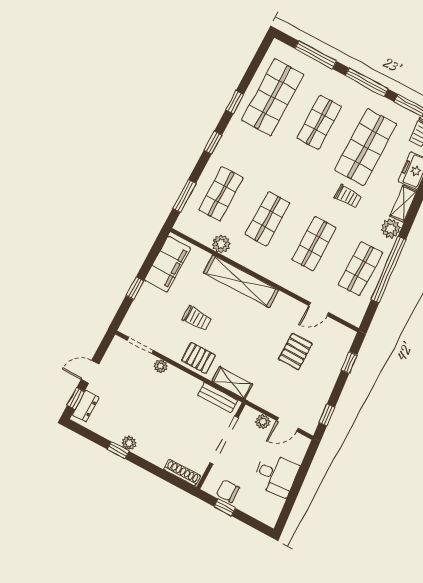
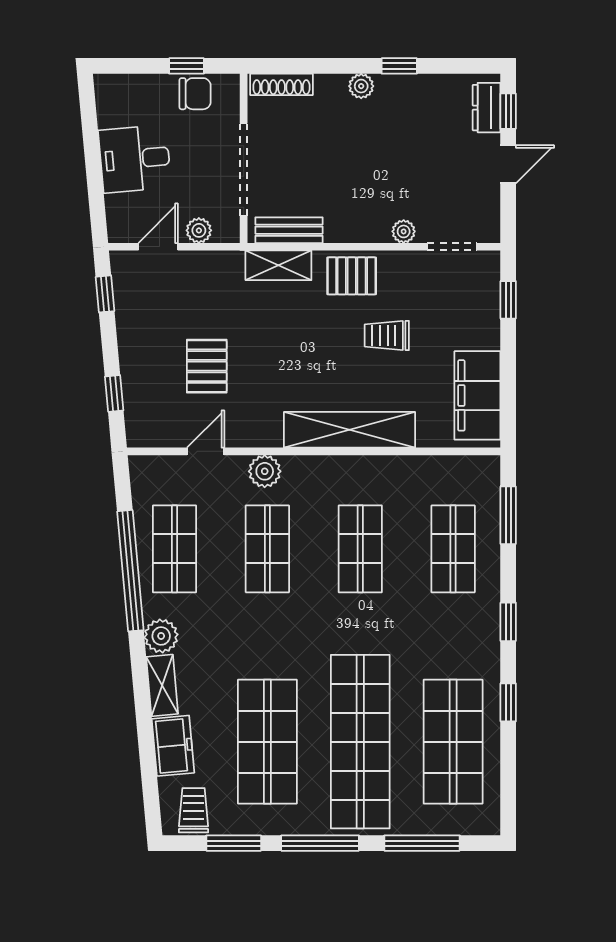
shop shelf: (319, 122) -> (360, 742), width x2.00, depth x1.36
trolley: (348, 196) -> (254, 650), removed
plant: (221, 244) -> (265, 471), moved
window: (135, 288) -> (508, 300), moved
plant: (129, 443) -> (361, 86), moved

